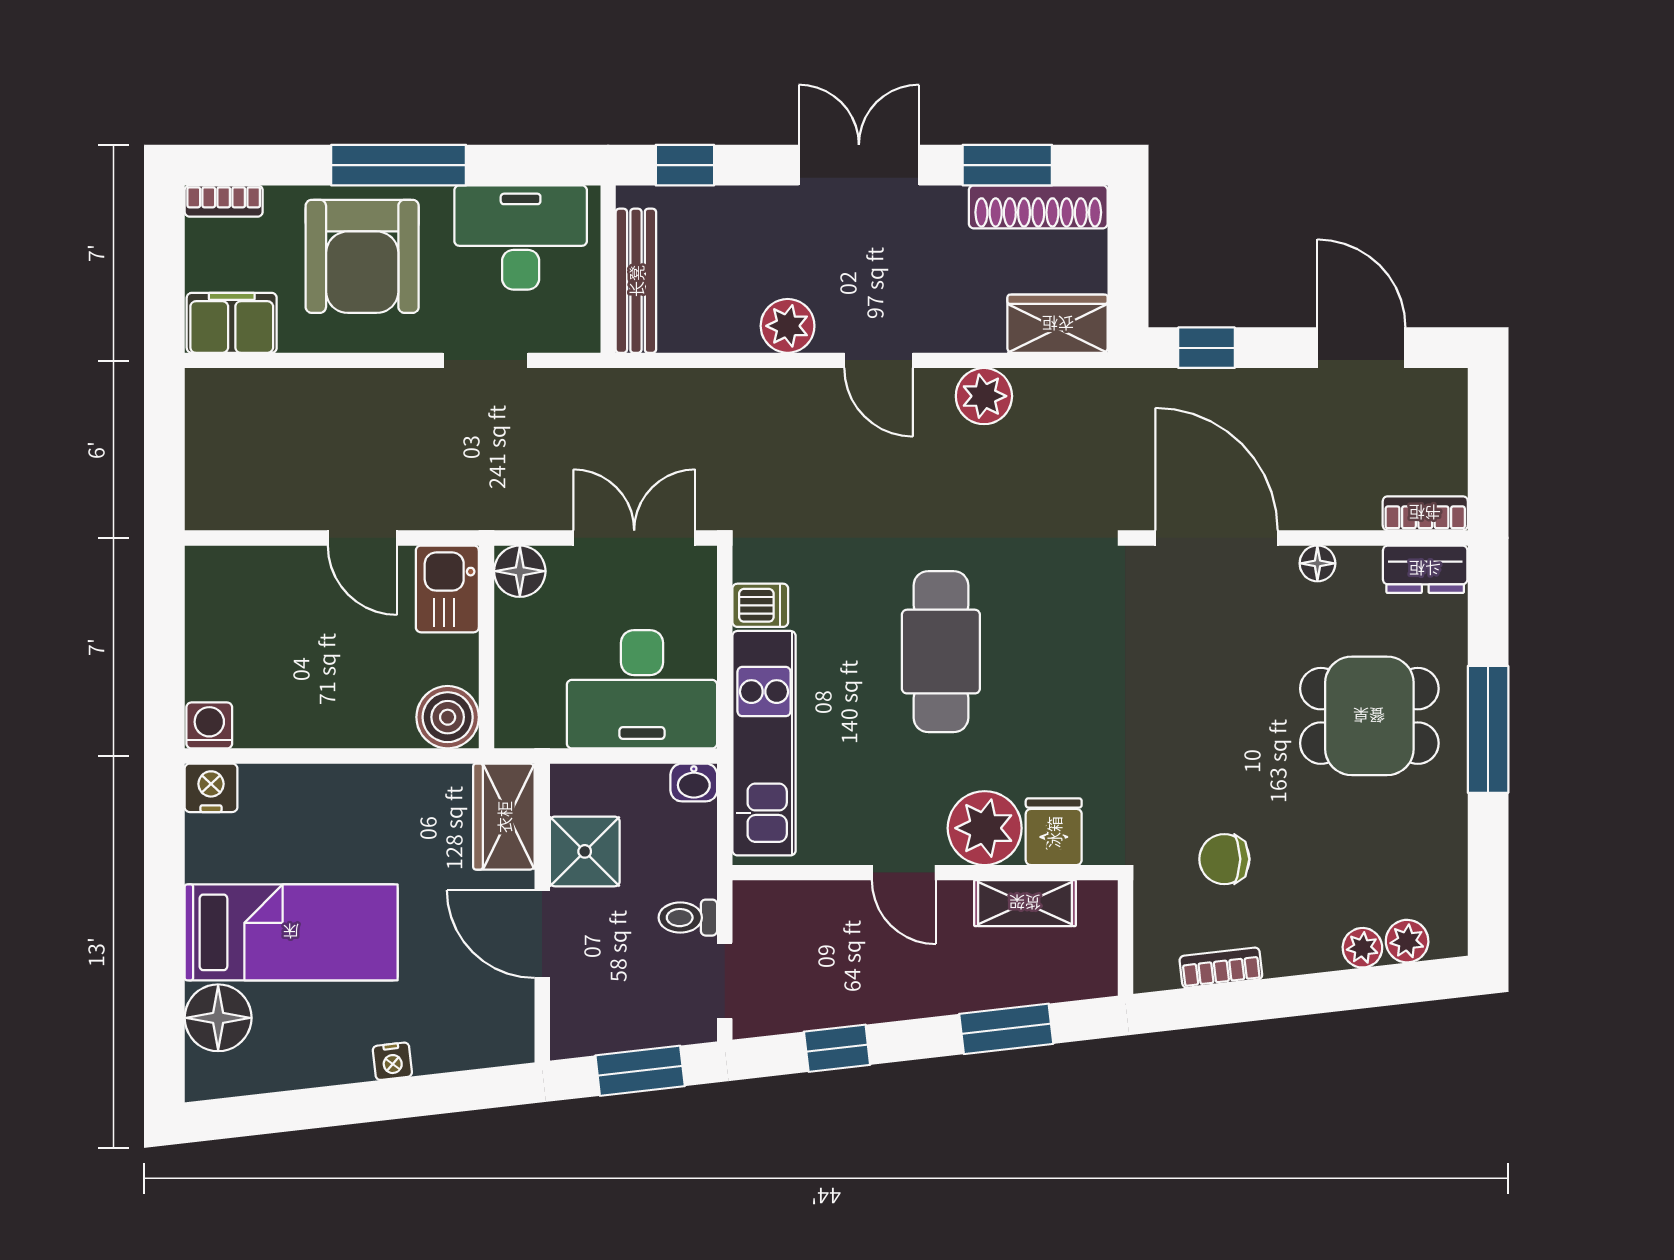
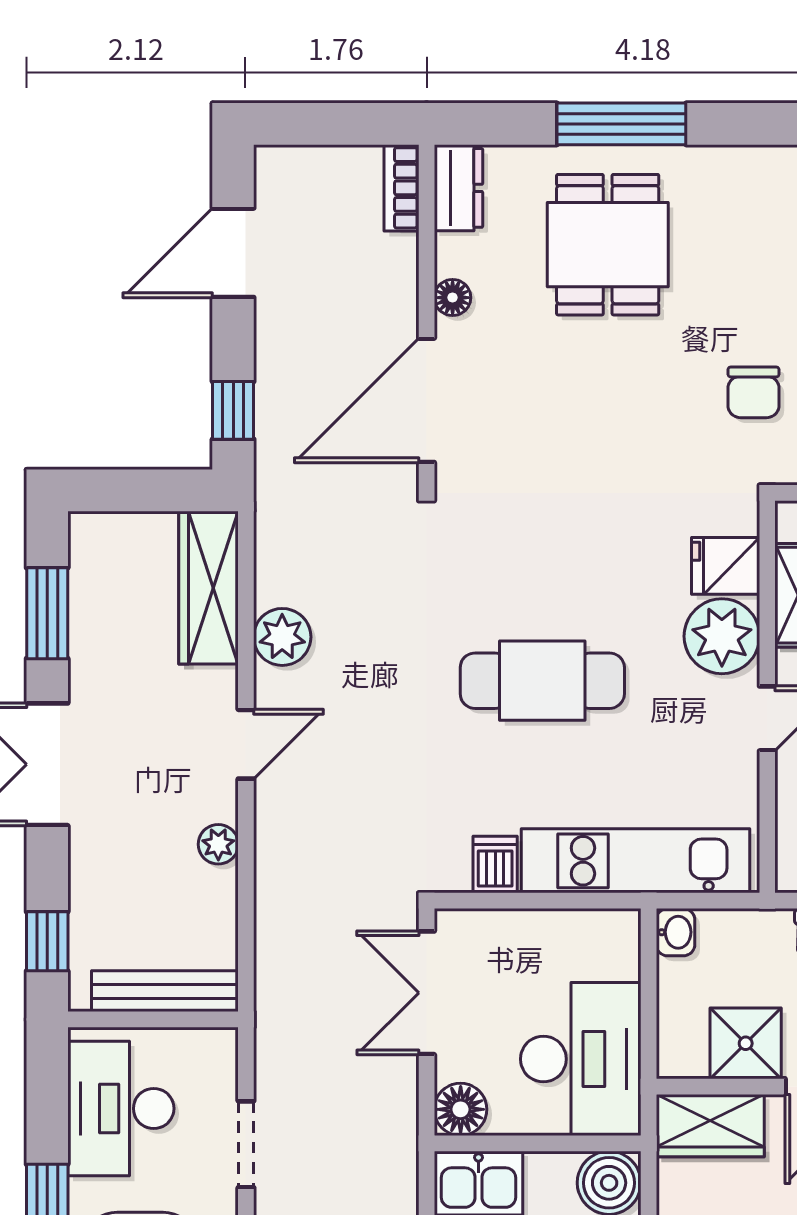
shoe rack: (1038, 207) -> (90, 582), removed
wardrobe: (1058, 324) -> (209, 588), width x1.50
plant: (788, 326) -> (218, 844), width x0.73, depth x0.73
desk: (642, 689) -> (581, 1059), moved

